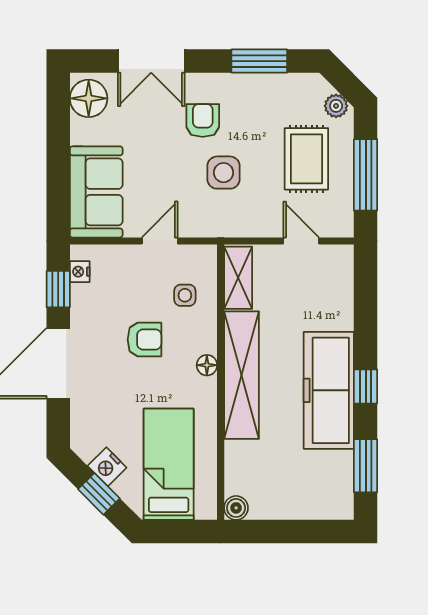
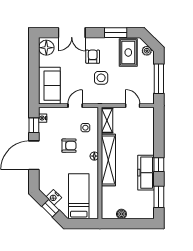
rug: (306, 159) -> (128, 52), moved
freezer: (329, 390) -> (146, 173), width x0.73, depth x0.79
boiler: (236, 508) -> (121, 214), moved

